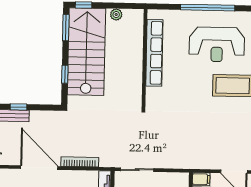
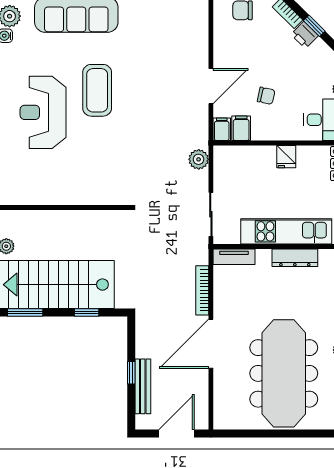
reception desk: (217, 44) -> (43, 112), turned 180
row of seats: (154, 53) -> (56, 195), removed
plant: (179, 161) -> (199, 159), added

